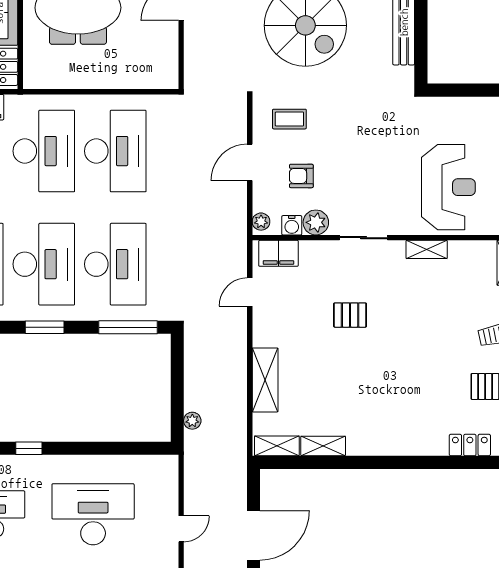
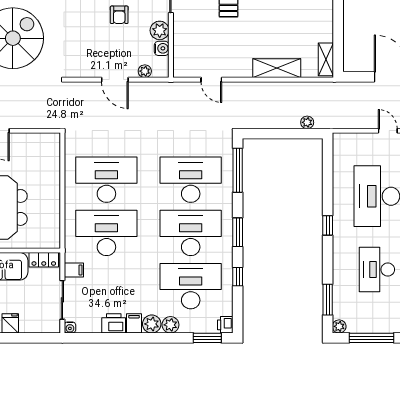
coffee table: (289, 119) -> (83, 50), removed
armchair: (301, 176) -> (119, 15), moved
plant: (261, 222) -> (145, 71), moved
filing cabinet: (278, 253) -> (183, 58), removed
shelving: (323, 446) -> (326, 25), removed
window: (29, 448) -> (328, 225), moved

